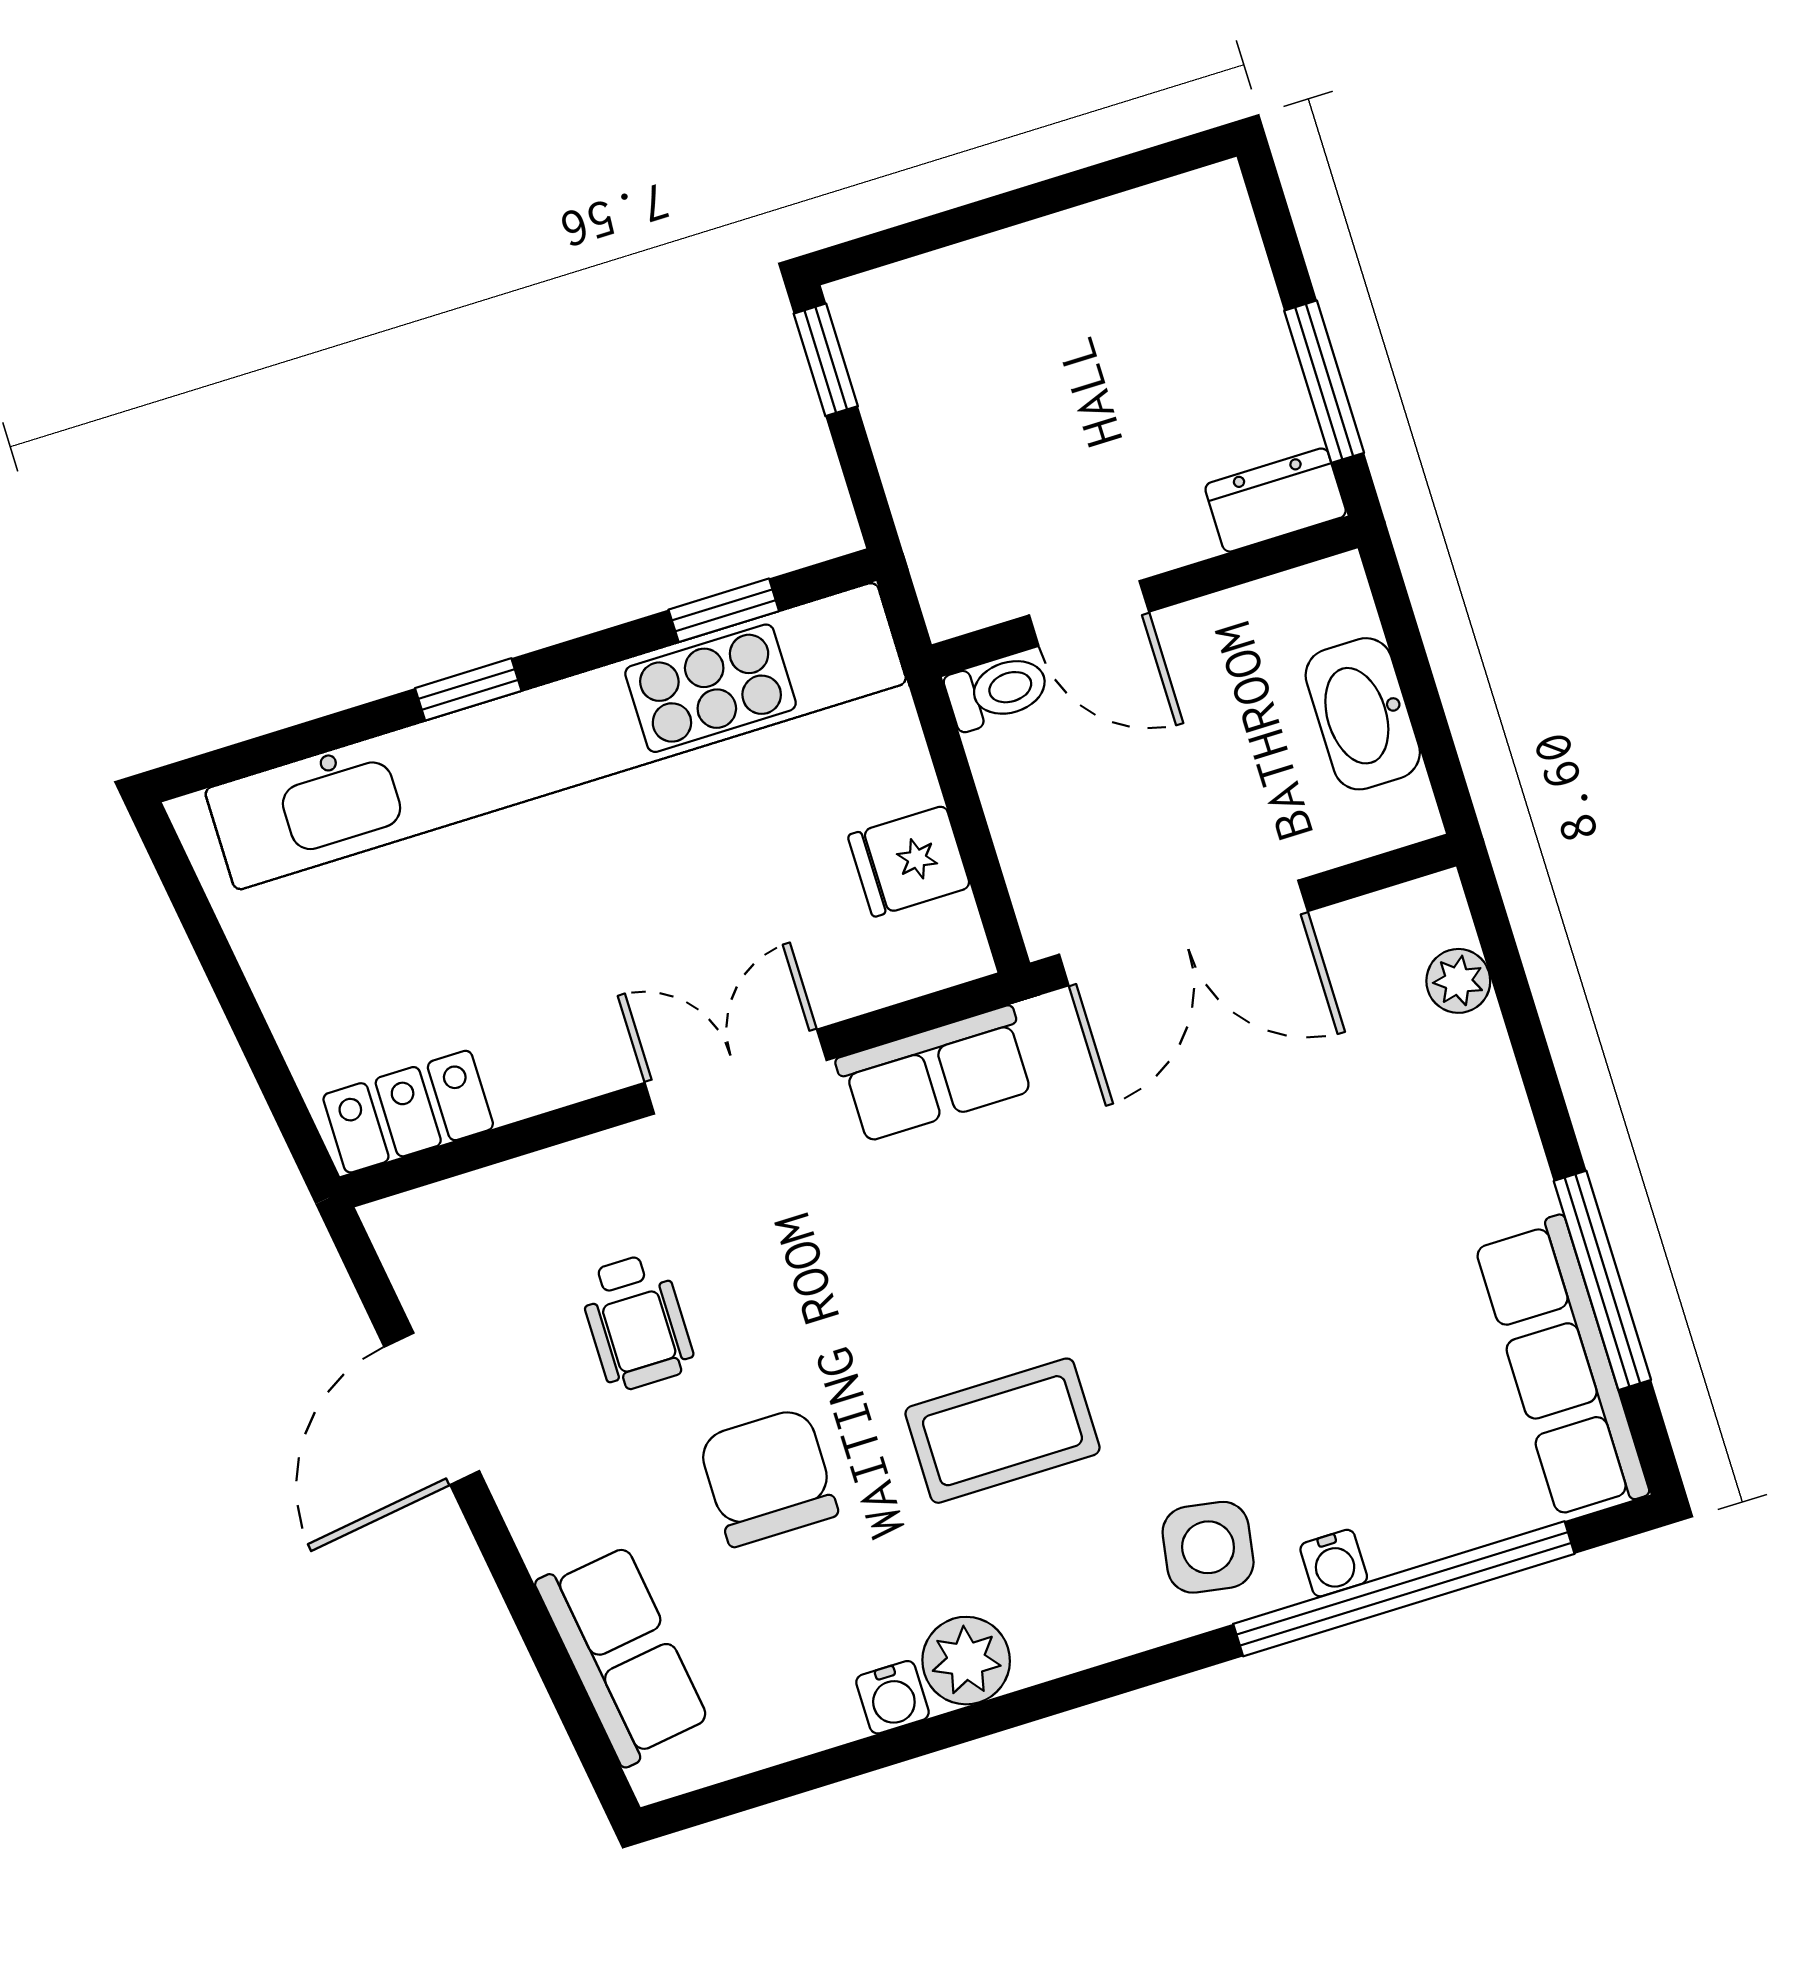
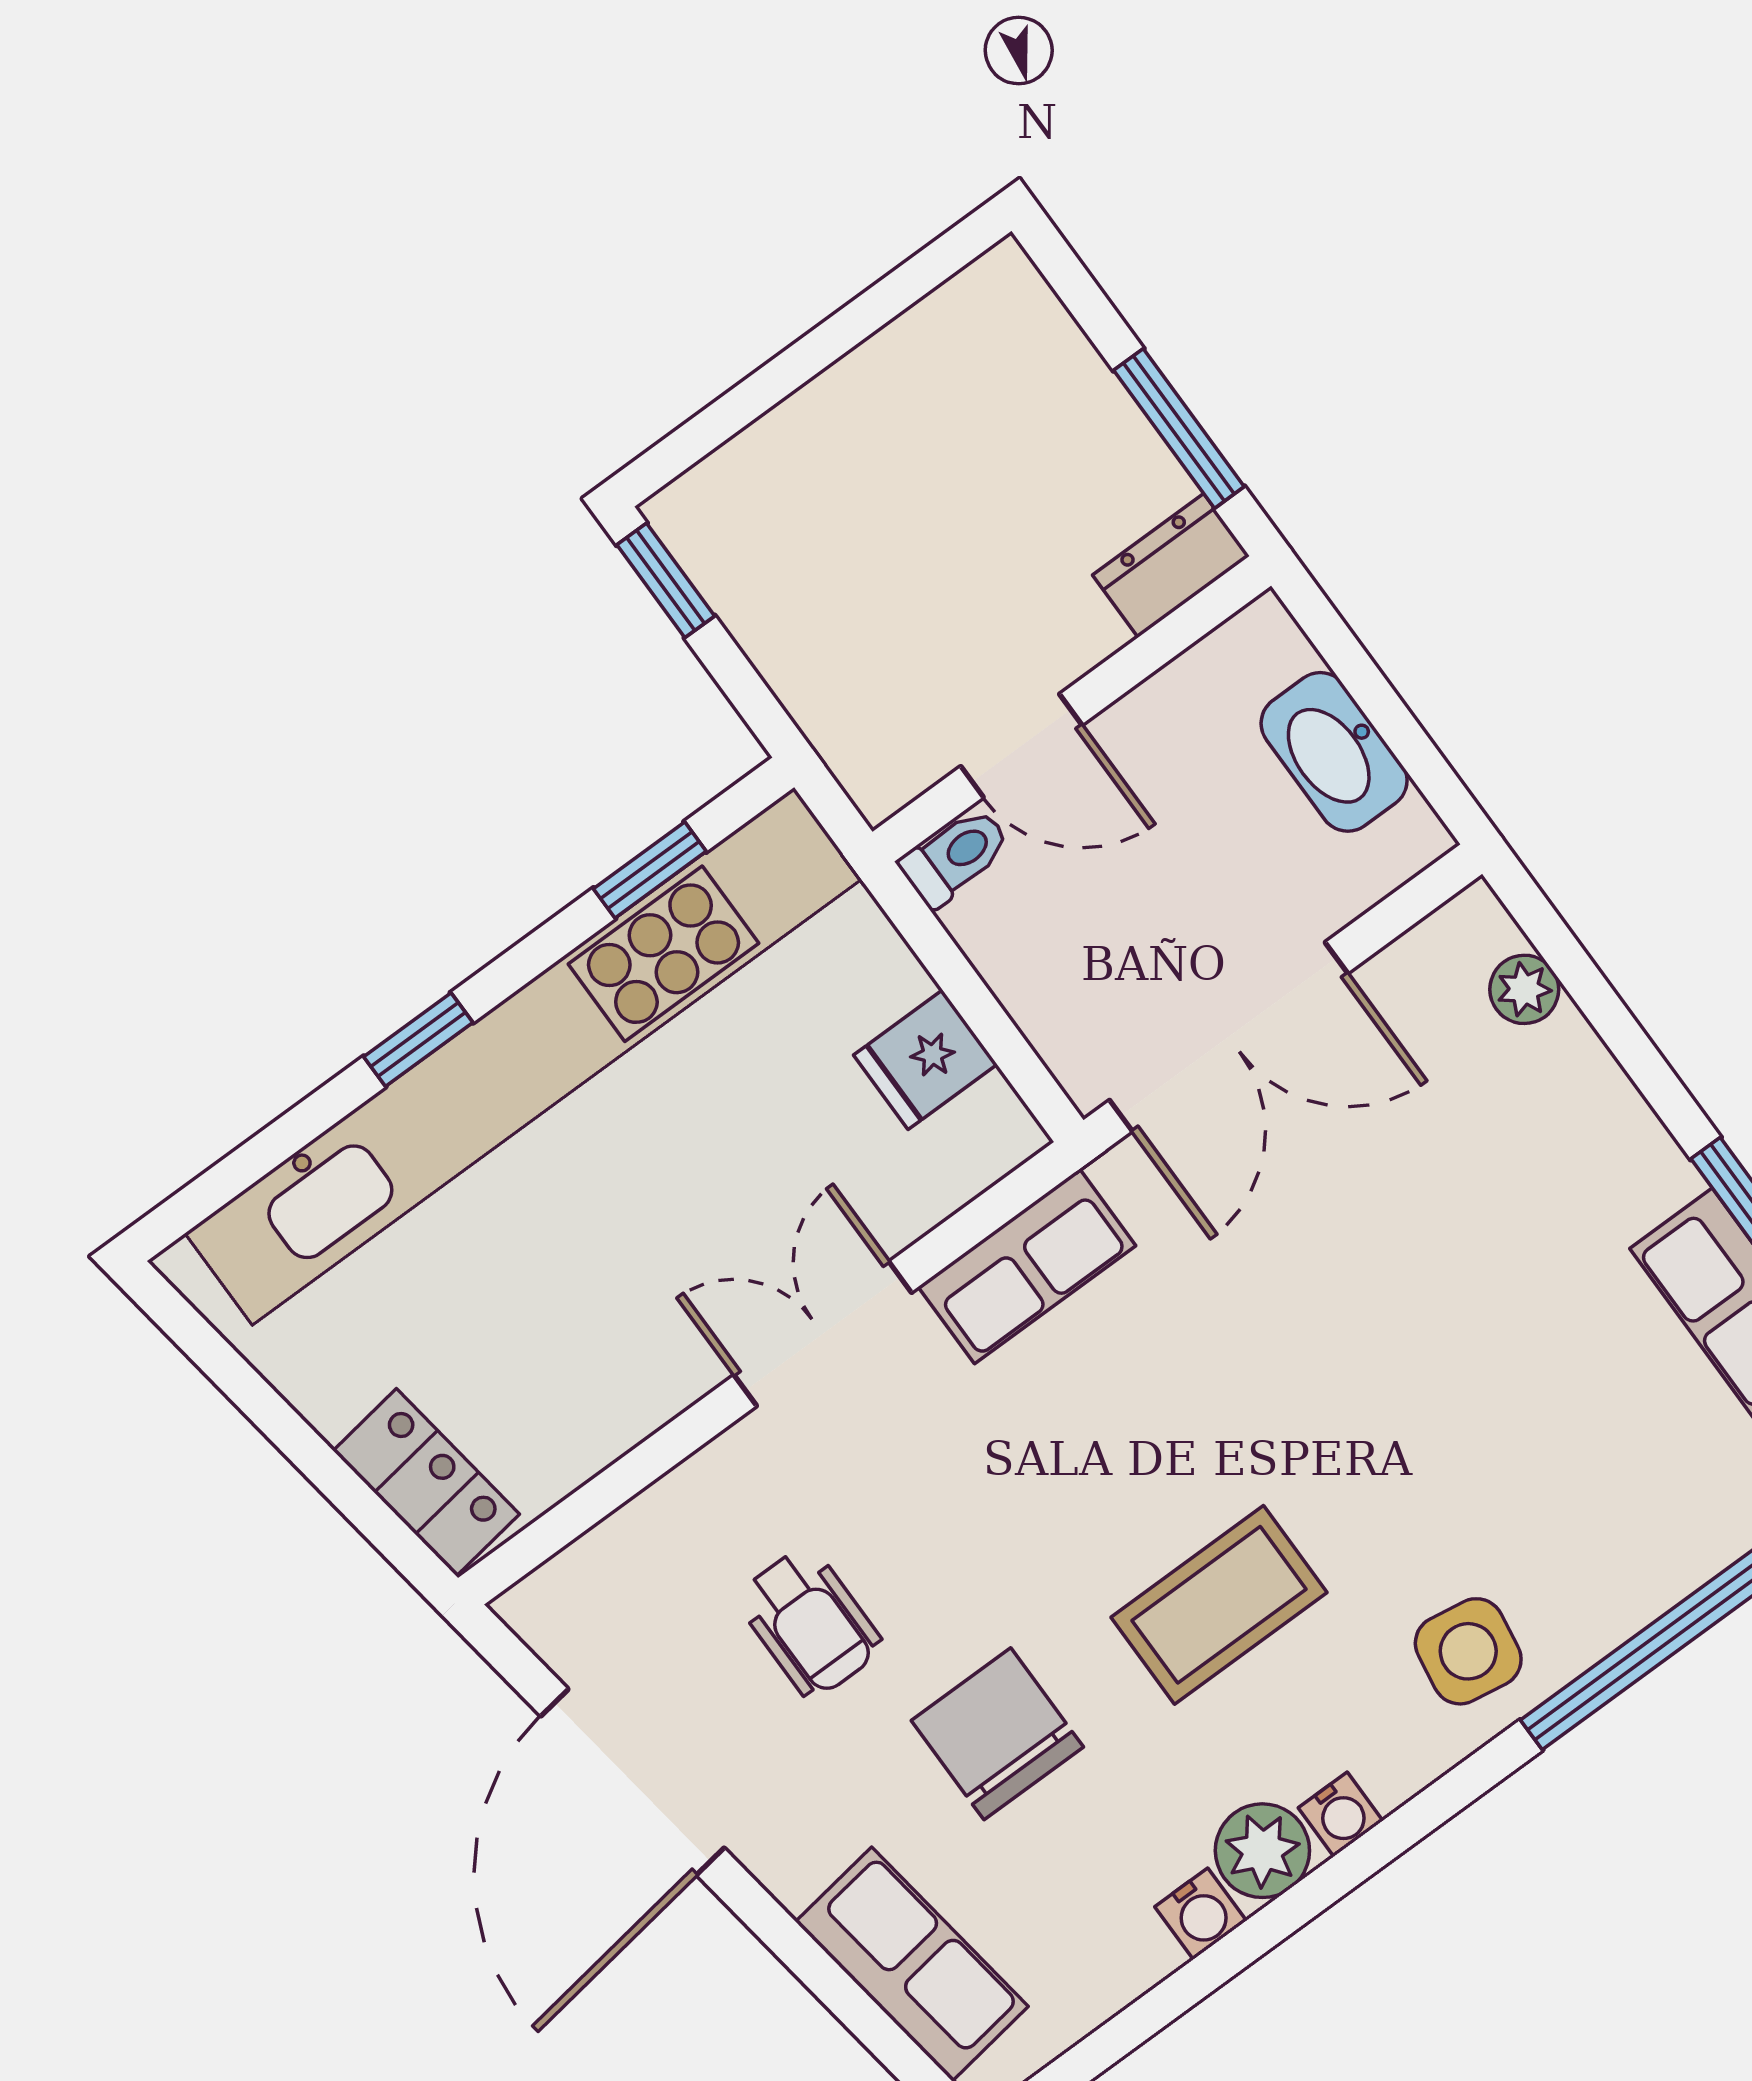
locker: (408, 1112) -> (426, 1482), moved, turned 82
door: (432, 1409) -> (633, 1782), width x1.36
water cooler: (1334, 1563) -> (1341, 1814), moved

